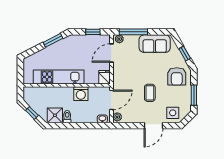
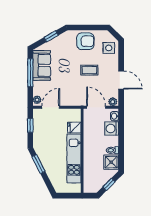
window: (133, 32) -> (30, 73), moved
door: (112, 53) -> (51, 107), swing flipped
armchair: (177, 76) -> (85, 41), moved
fridge: (104, 77) -> (74, 128), moved
washing machine: (81, 94) -> (112, 129), moved, turned 180
window: (194, 95) -> (92, 27), removed
door: (153, 126) -> (121, 80), moved

